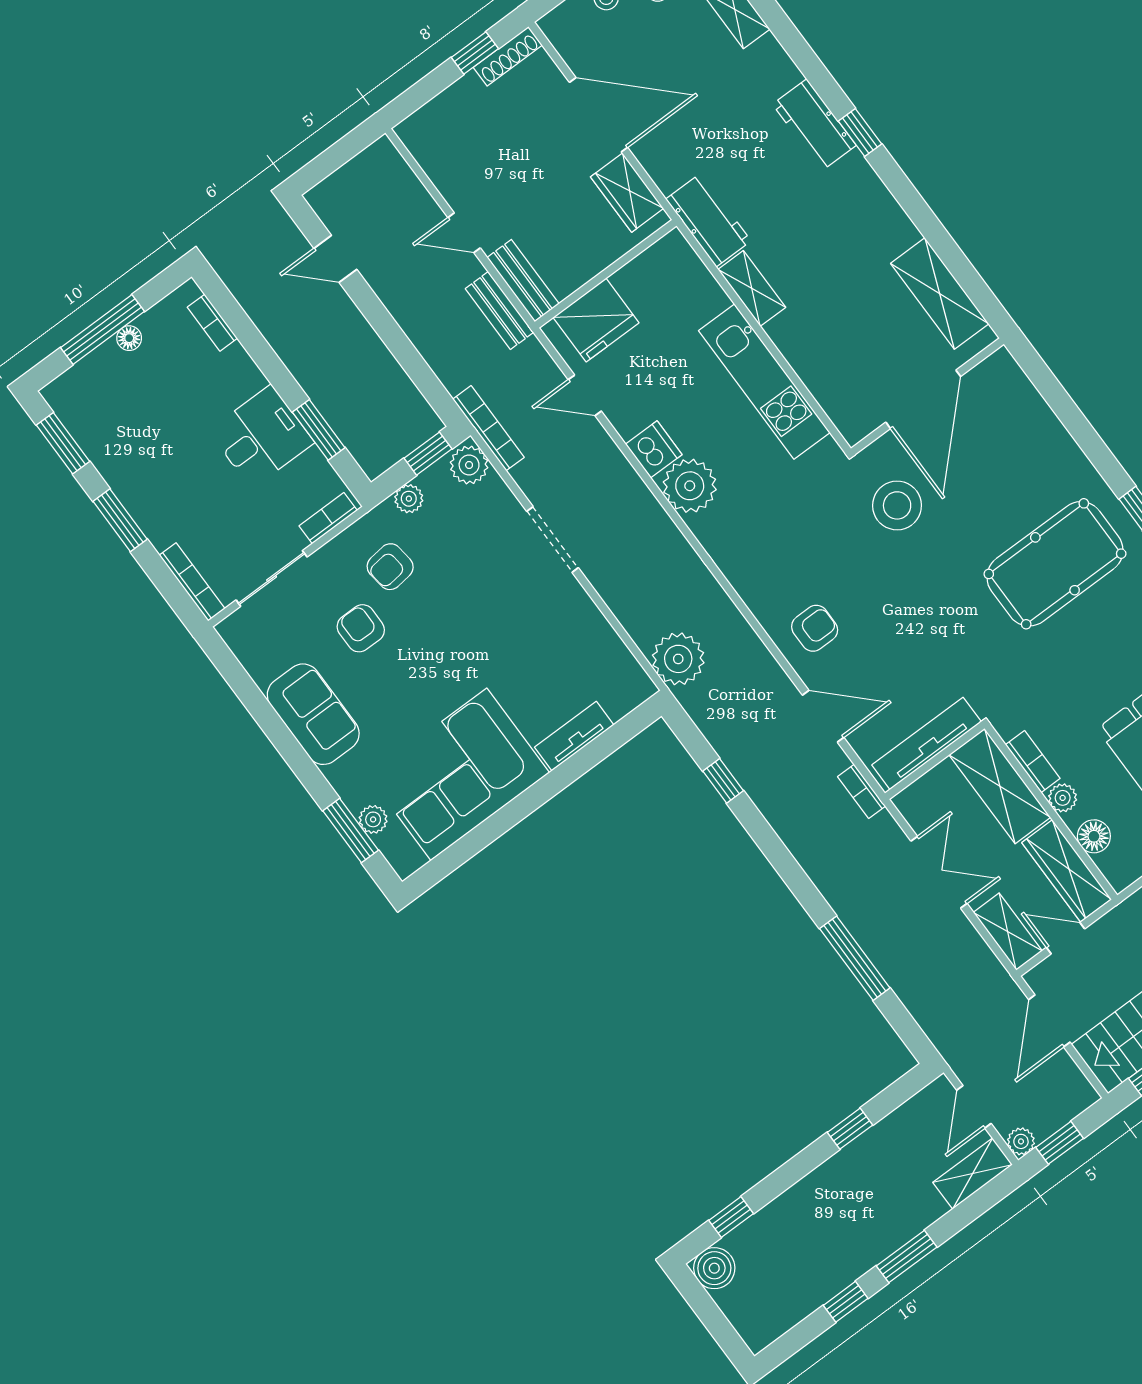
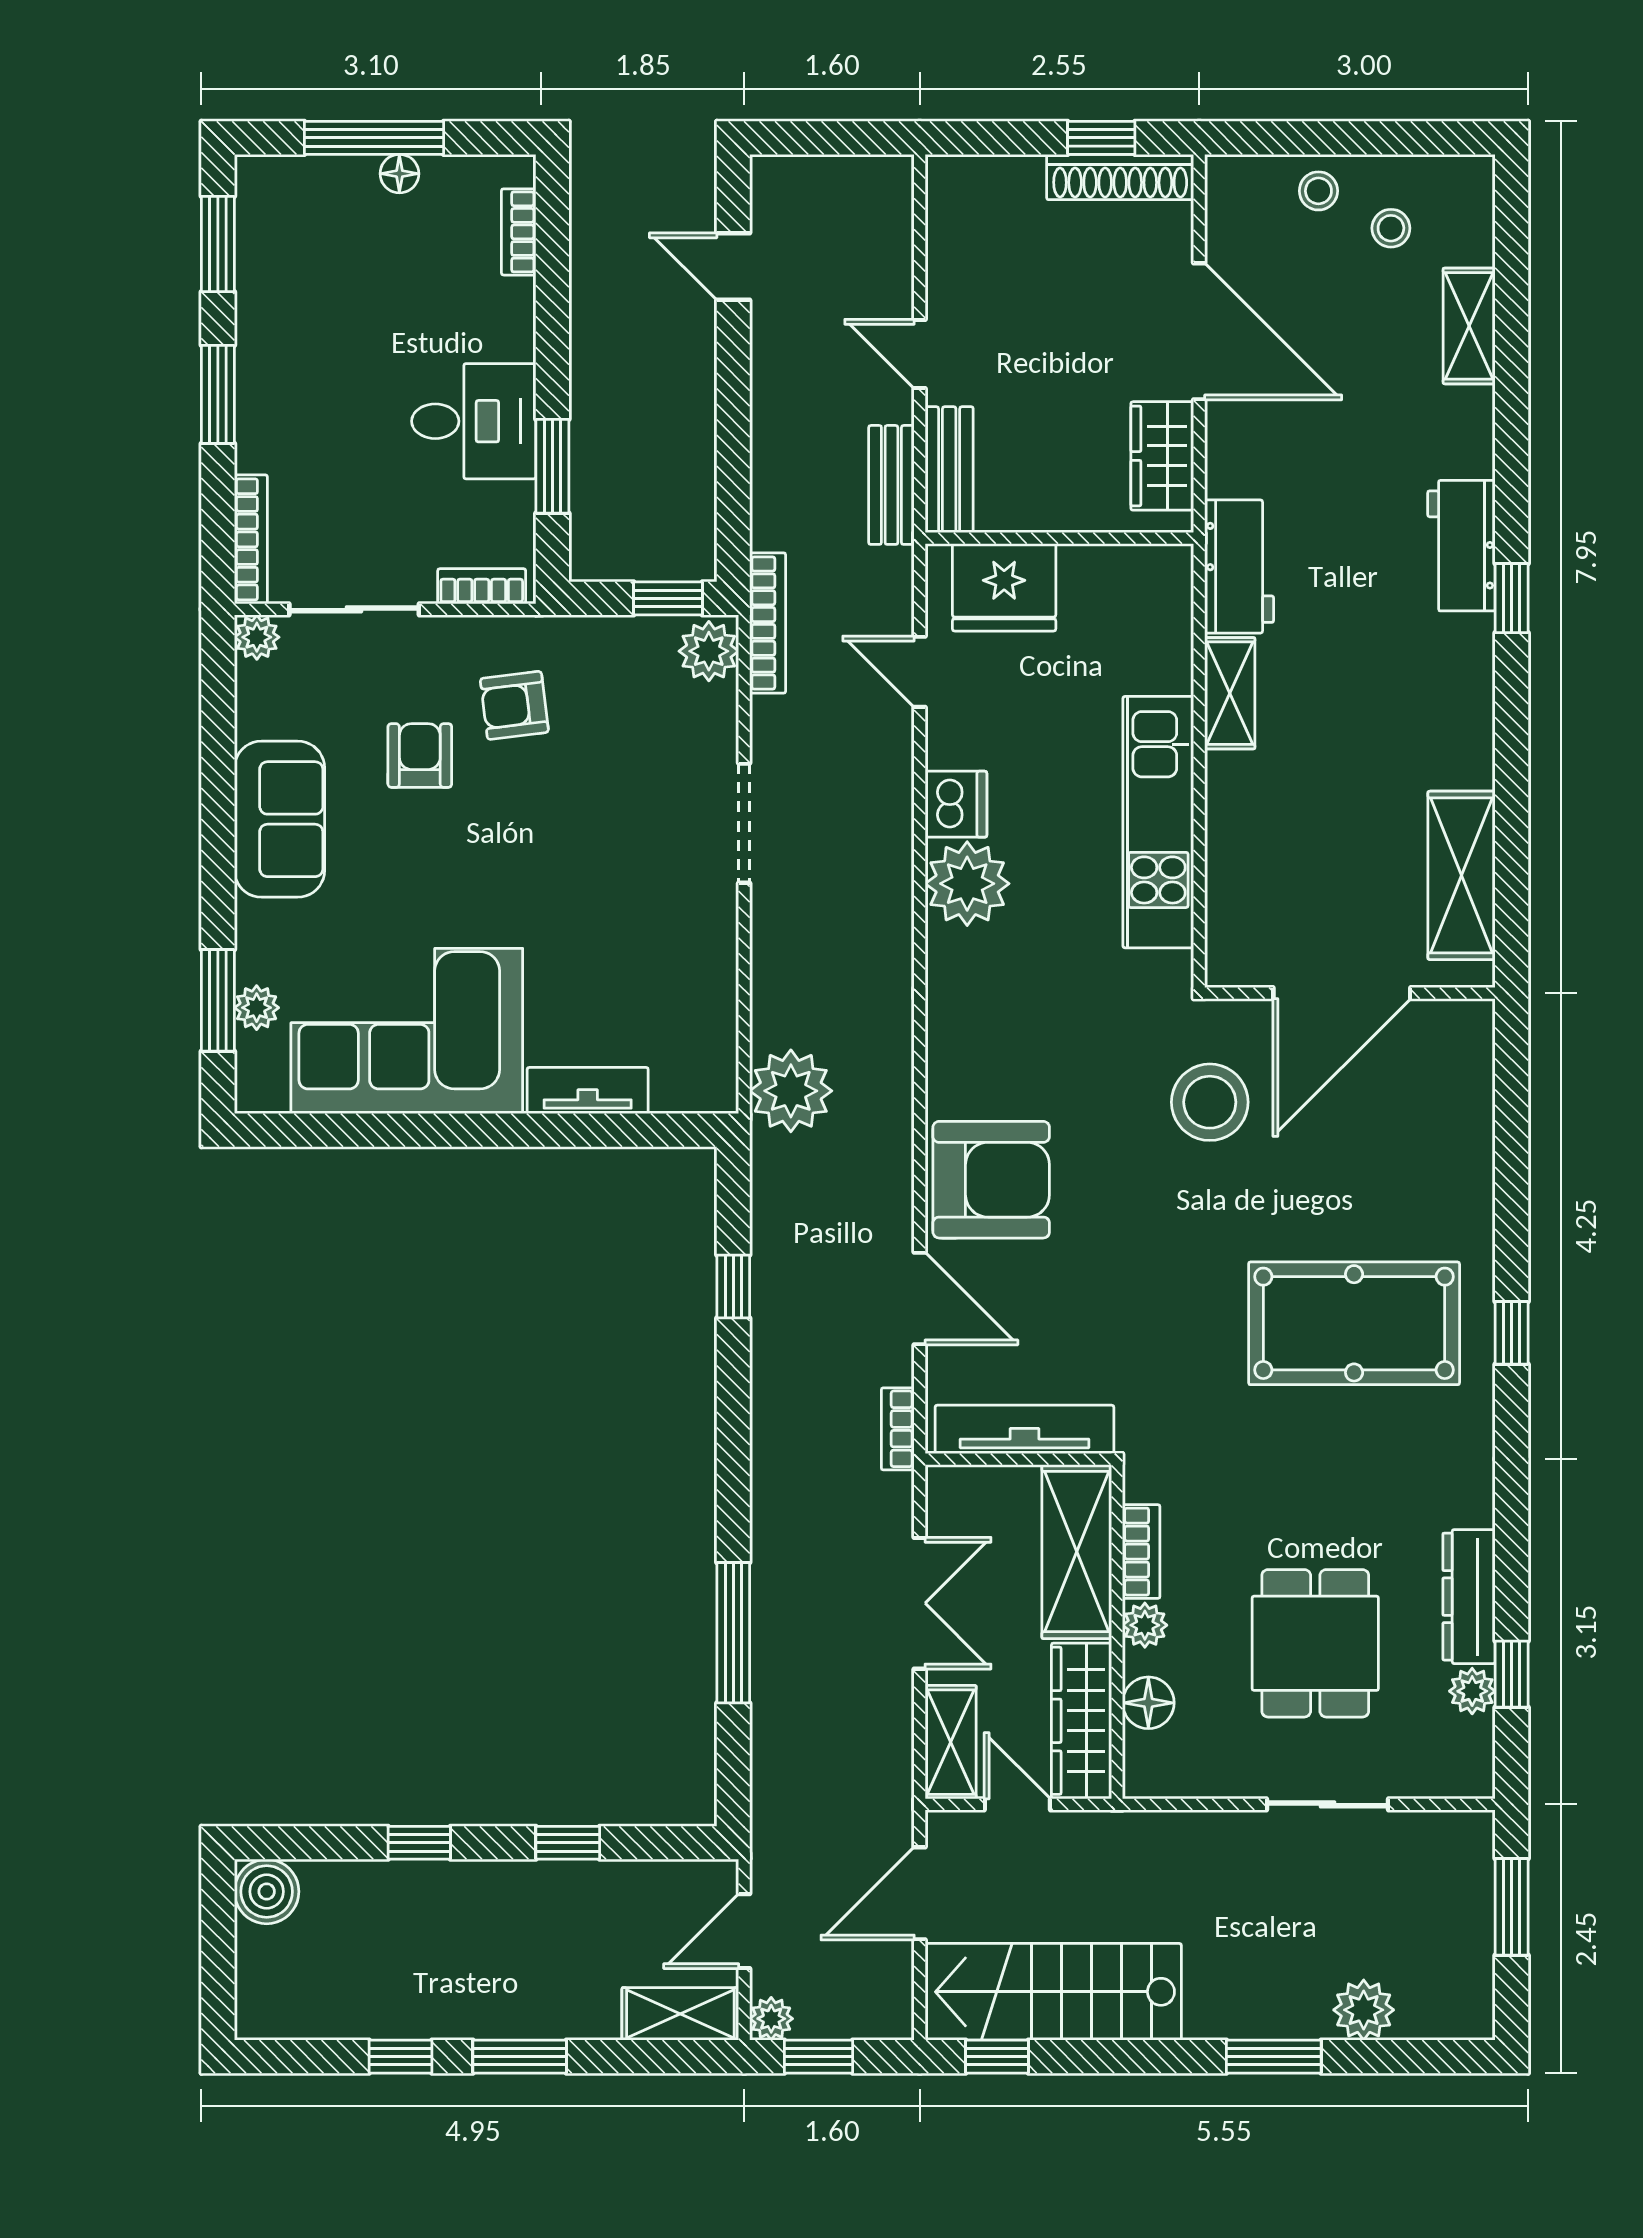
shoe rack: (508, 56) -> (1120, 177), width x1.36, depth x1.24
plant: (409, 499) -> (257, 637), moved
armchair: (815, 628) -> (991, 1180), width x1.88, depth x1.88
window: (731, 1217) -> (419, 1843), moved

